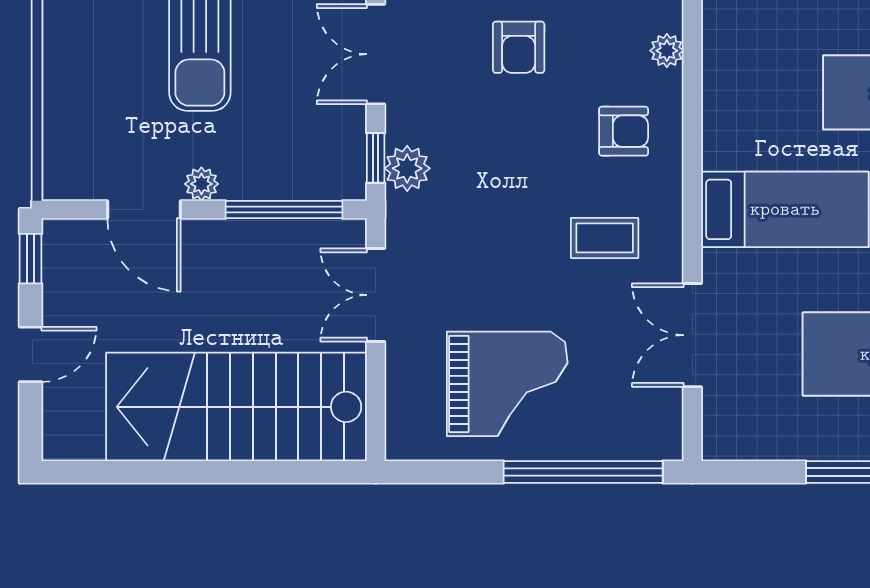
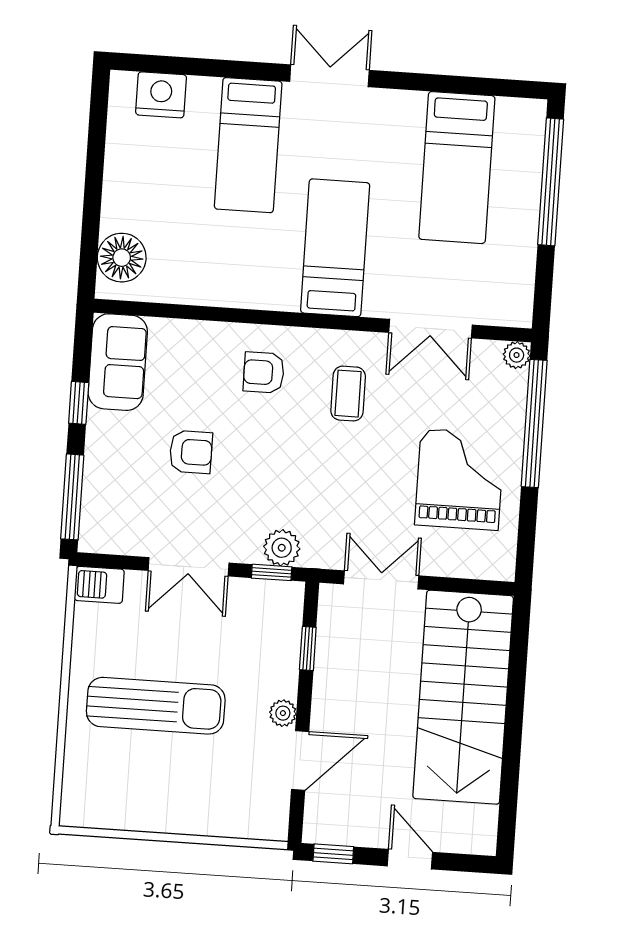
plant: (667, 51) -> (517, 355), moved
armchair: (624, 131) -> (264, 373), turned -90
window: (284, 209) -> (308, 648), width x0.46
double door: (376, 295) -> (381, 580), swing flipped

